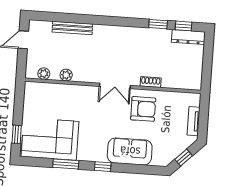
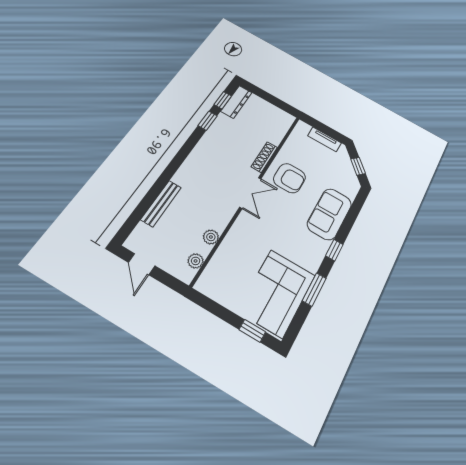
shoe rack: (151, 82) -> (264, 157), width x1.43
armchair: (143, 109) -> (289, 178), turned 90

